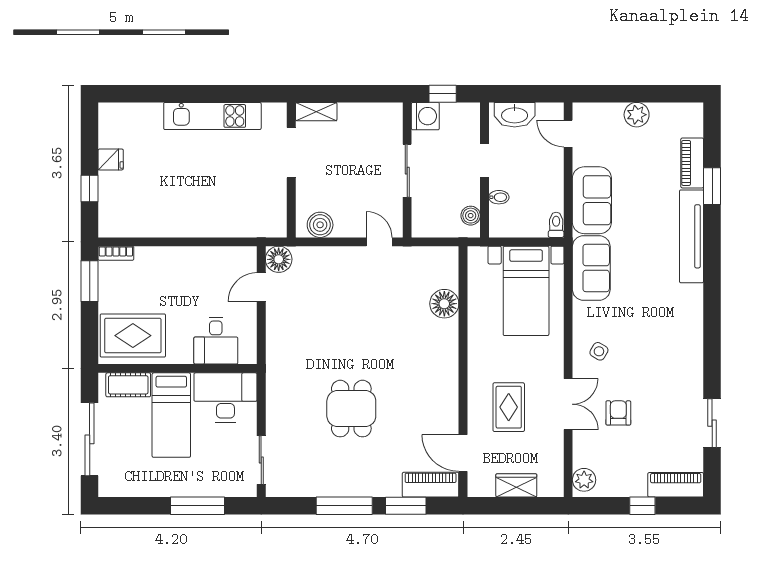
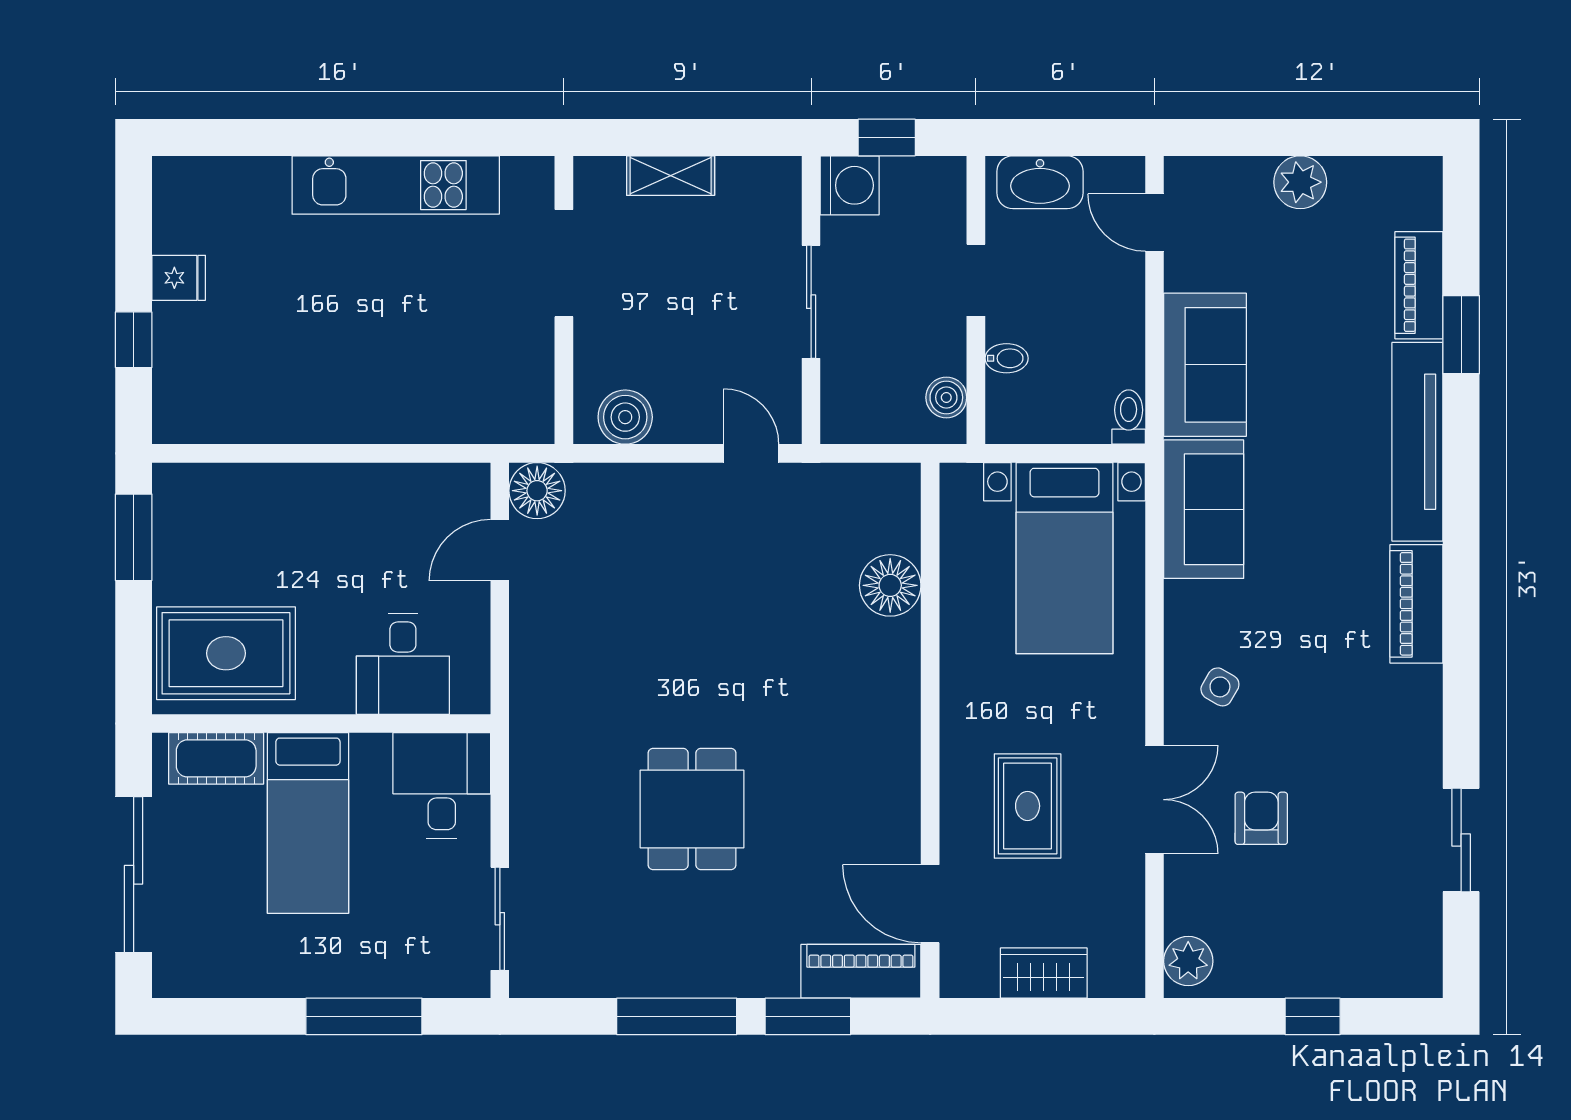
shelving: (316, 112) -> (671, 176), moved
bookcase: (116, 253) -> (190, 478), removed
desk: (225, 397) -> (442, 785), width x0.73
piano: (676, 485) -> (1416, 604), moved, turned -90

